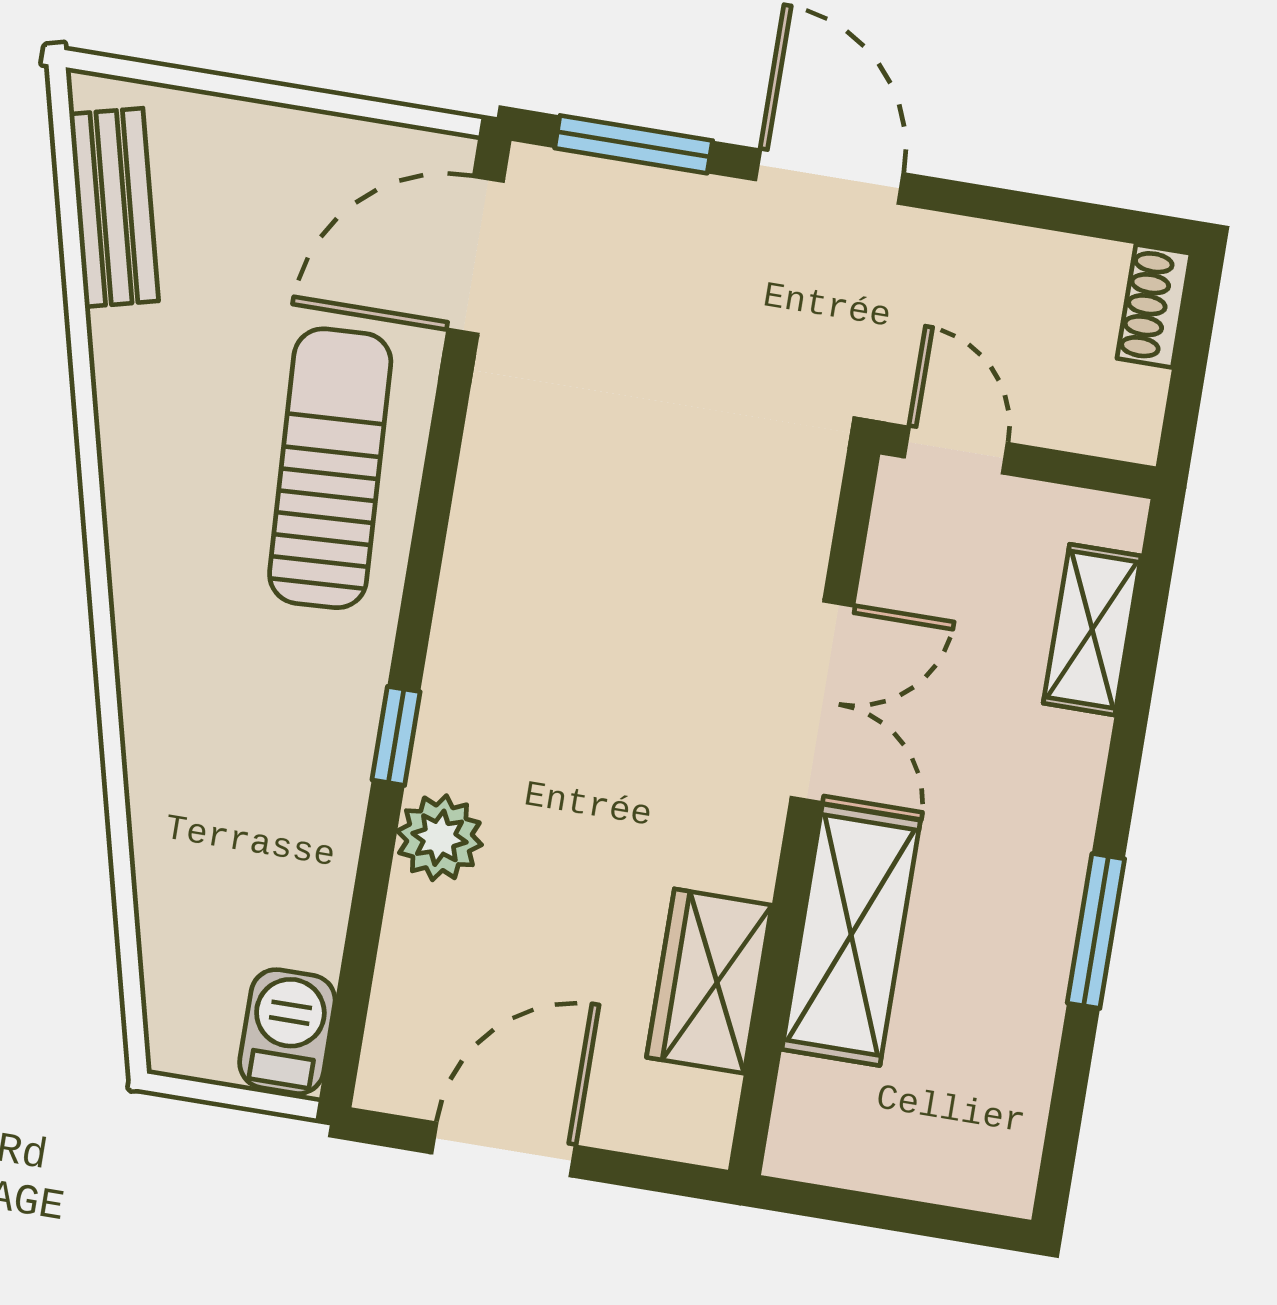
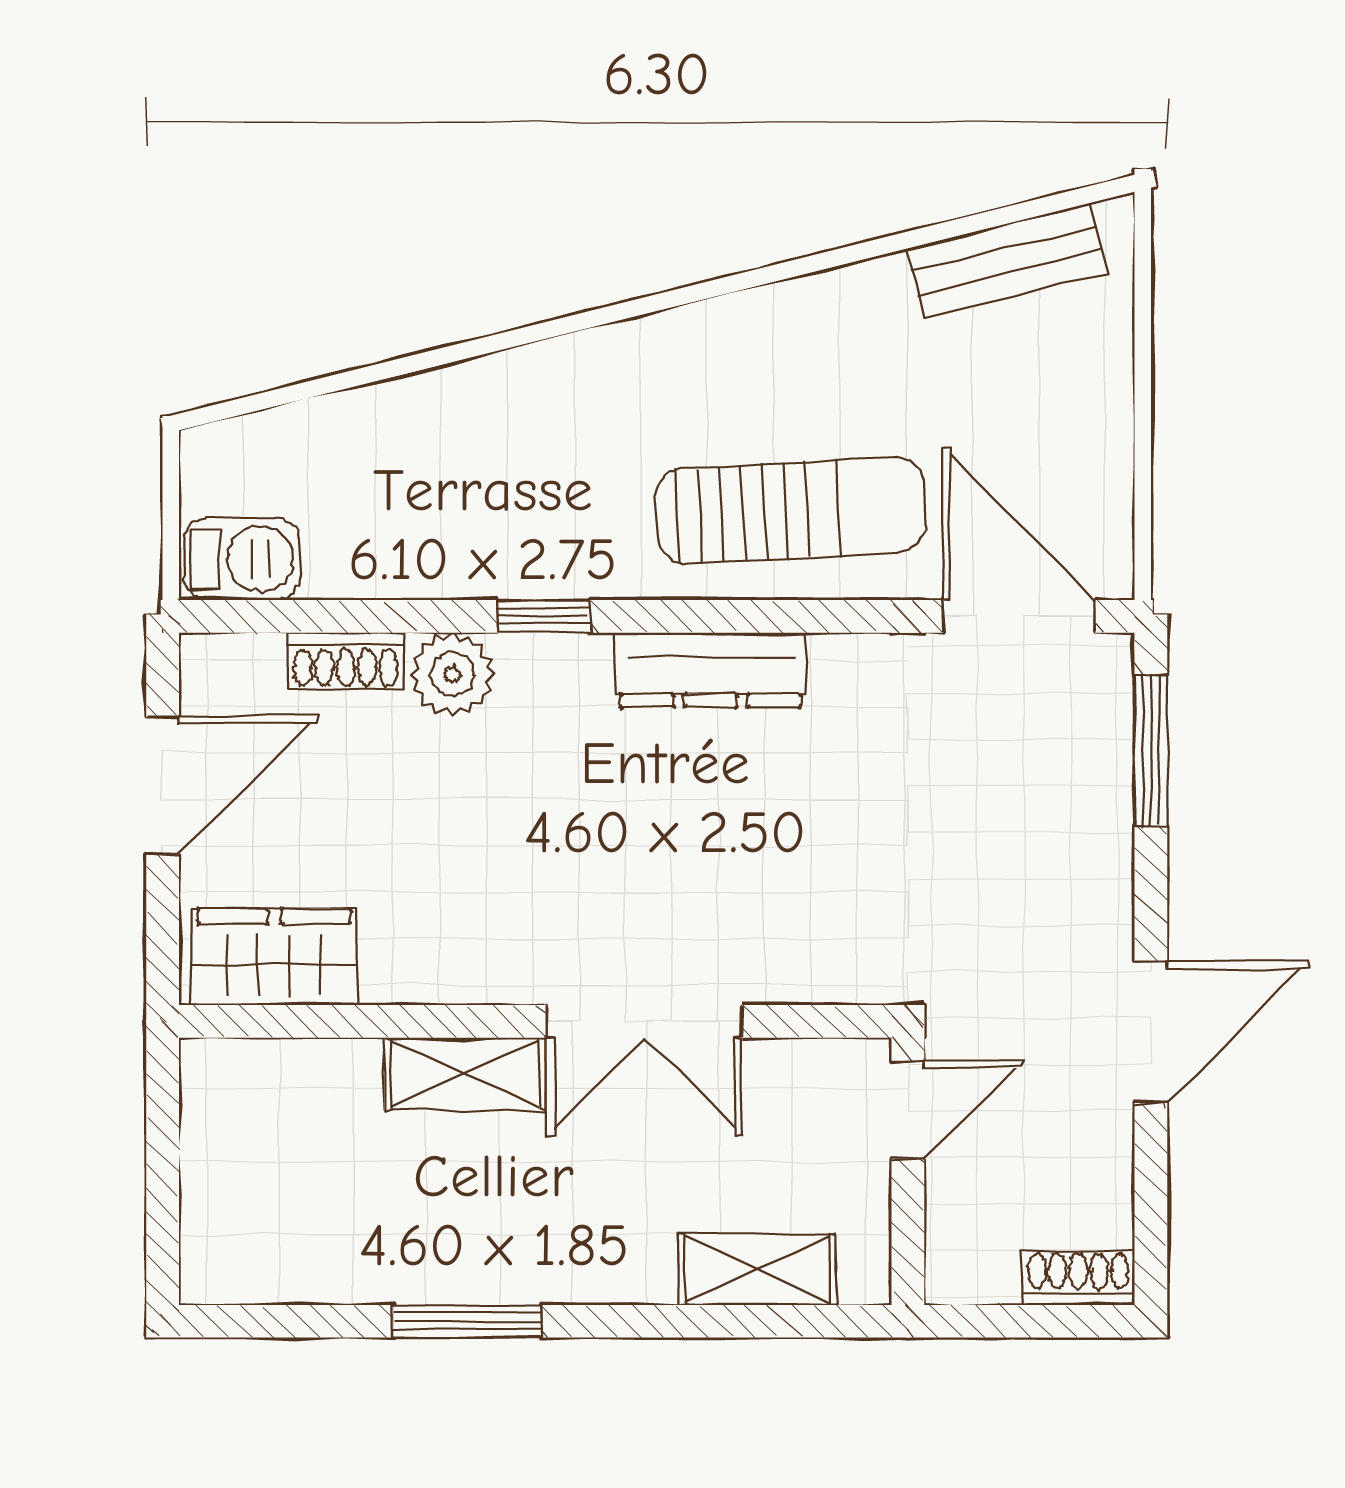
door: (829, 177) -> (1151, 1032), moved
dresser: (478, 576) -> (711, 670), added
shelving: (851, 935) -> (465, 1074), width x0.67, depth x0.75
shoe rack: (408, 943) -> (346, 661), added
wardrobe: (709, 981) -> (274, 957), moved
door: (504, 1149) -> (163, 786), hinge flipped

